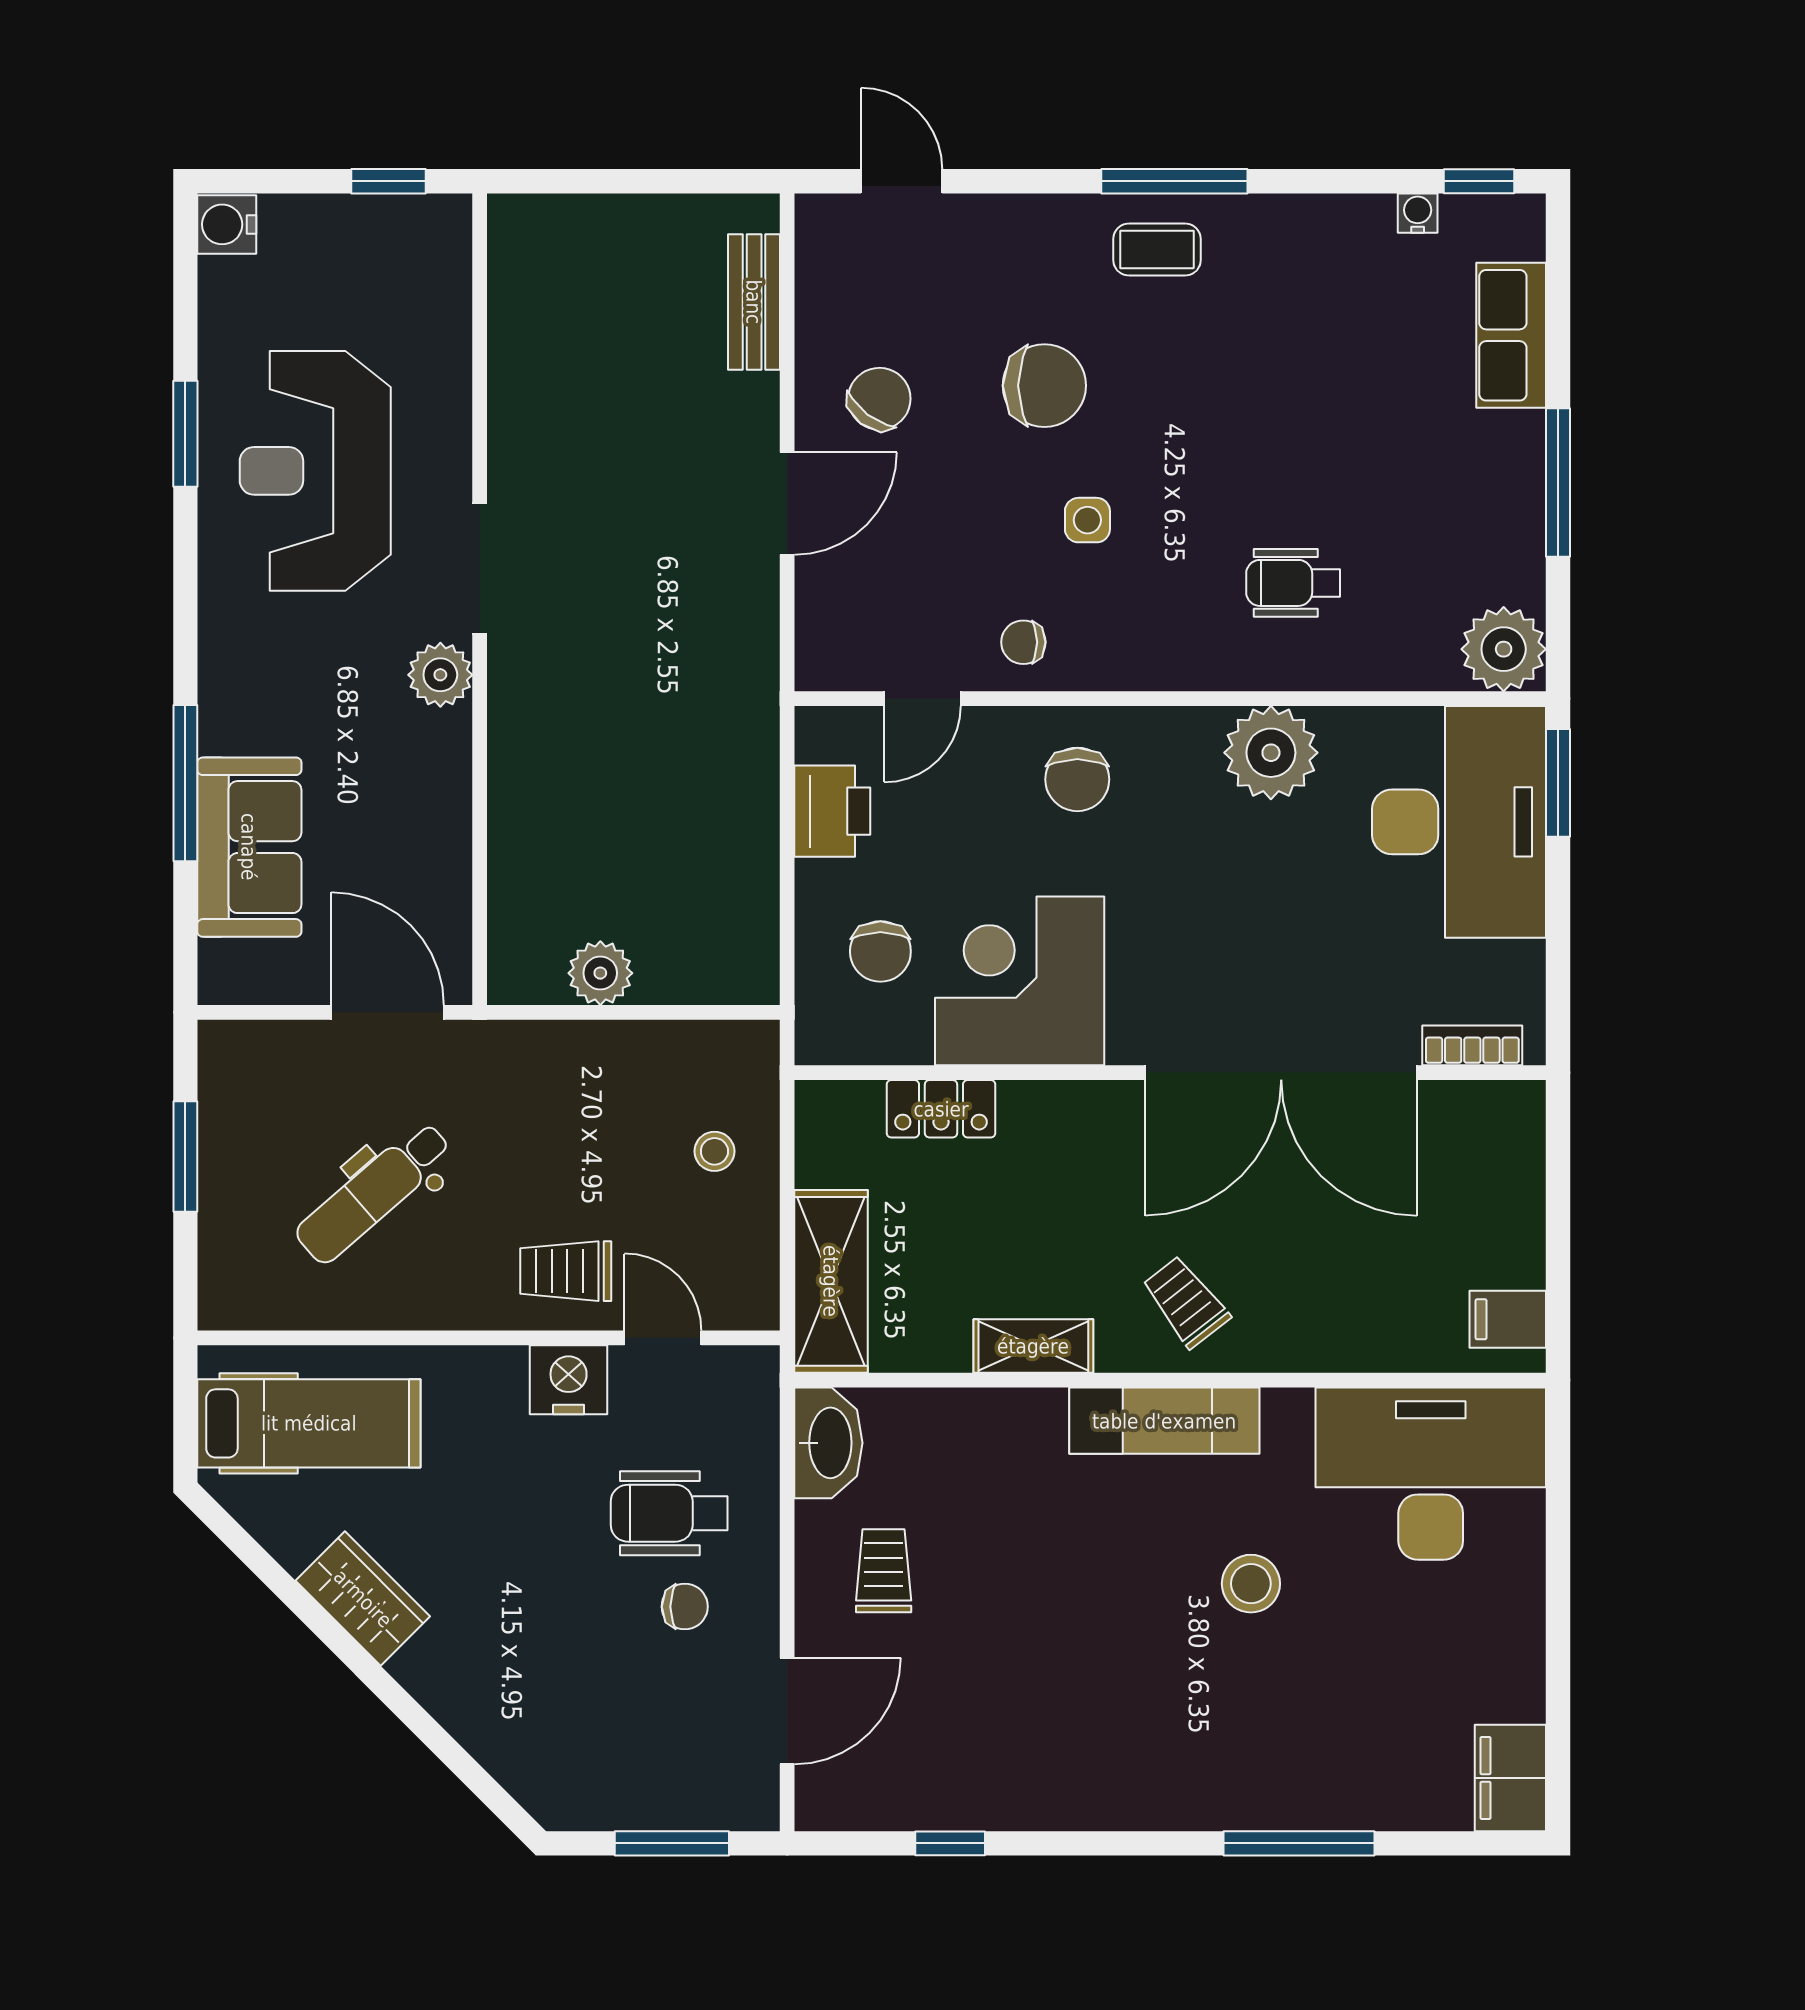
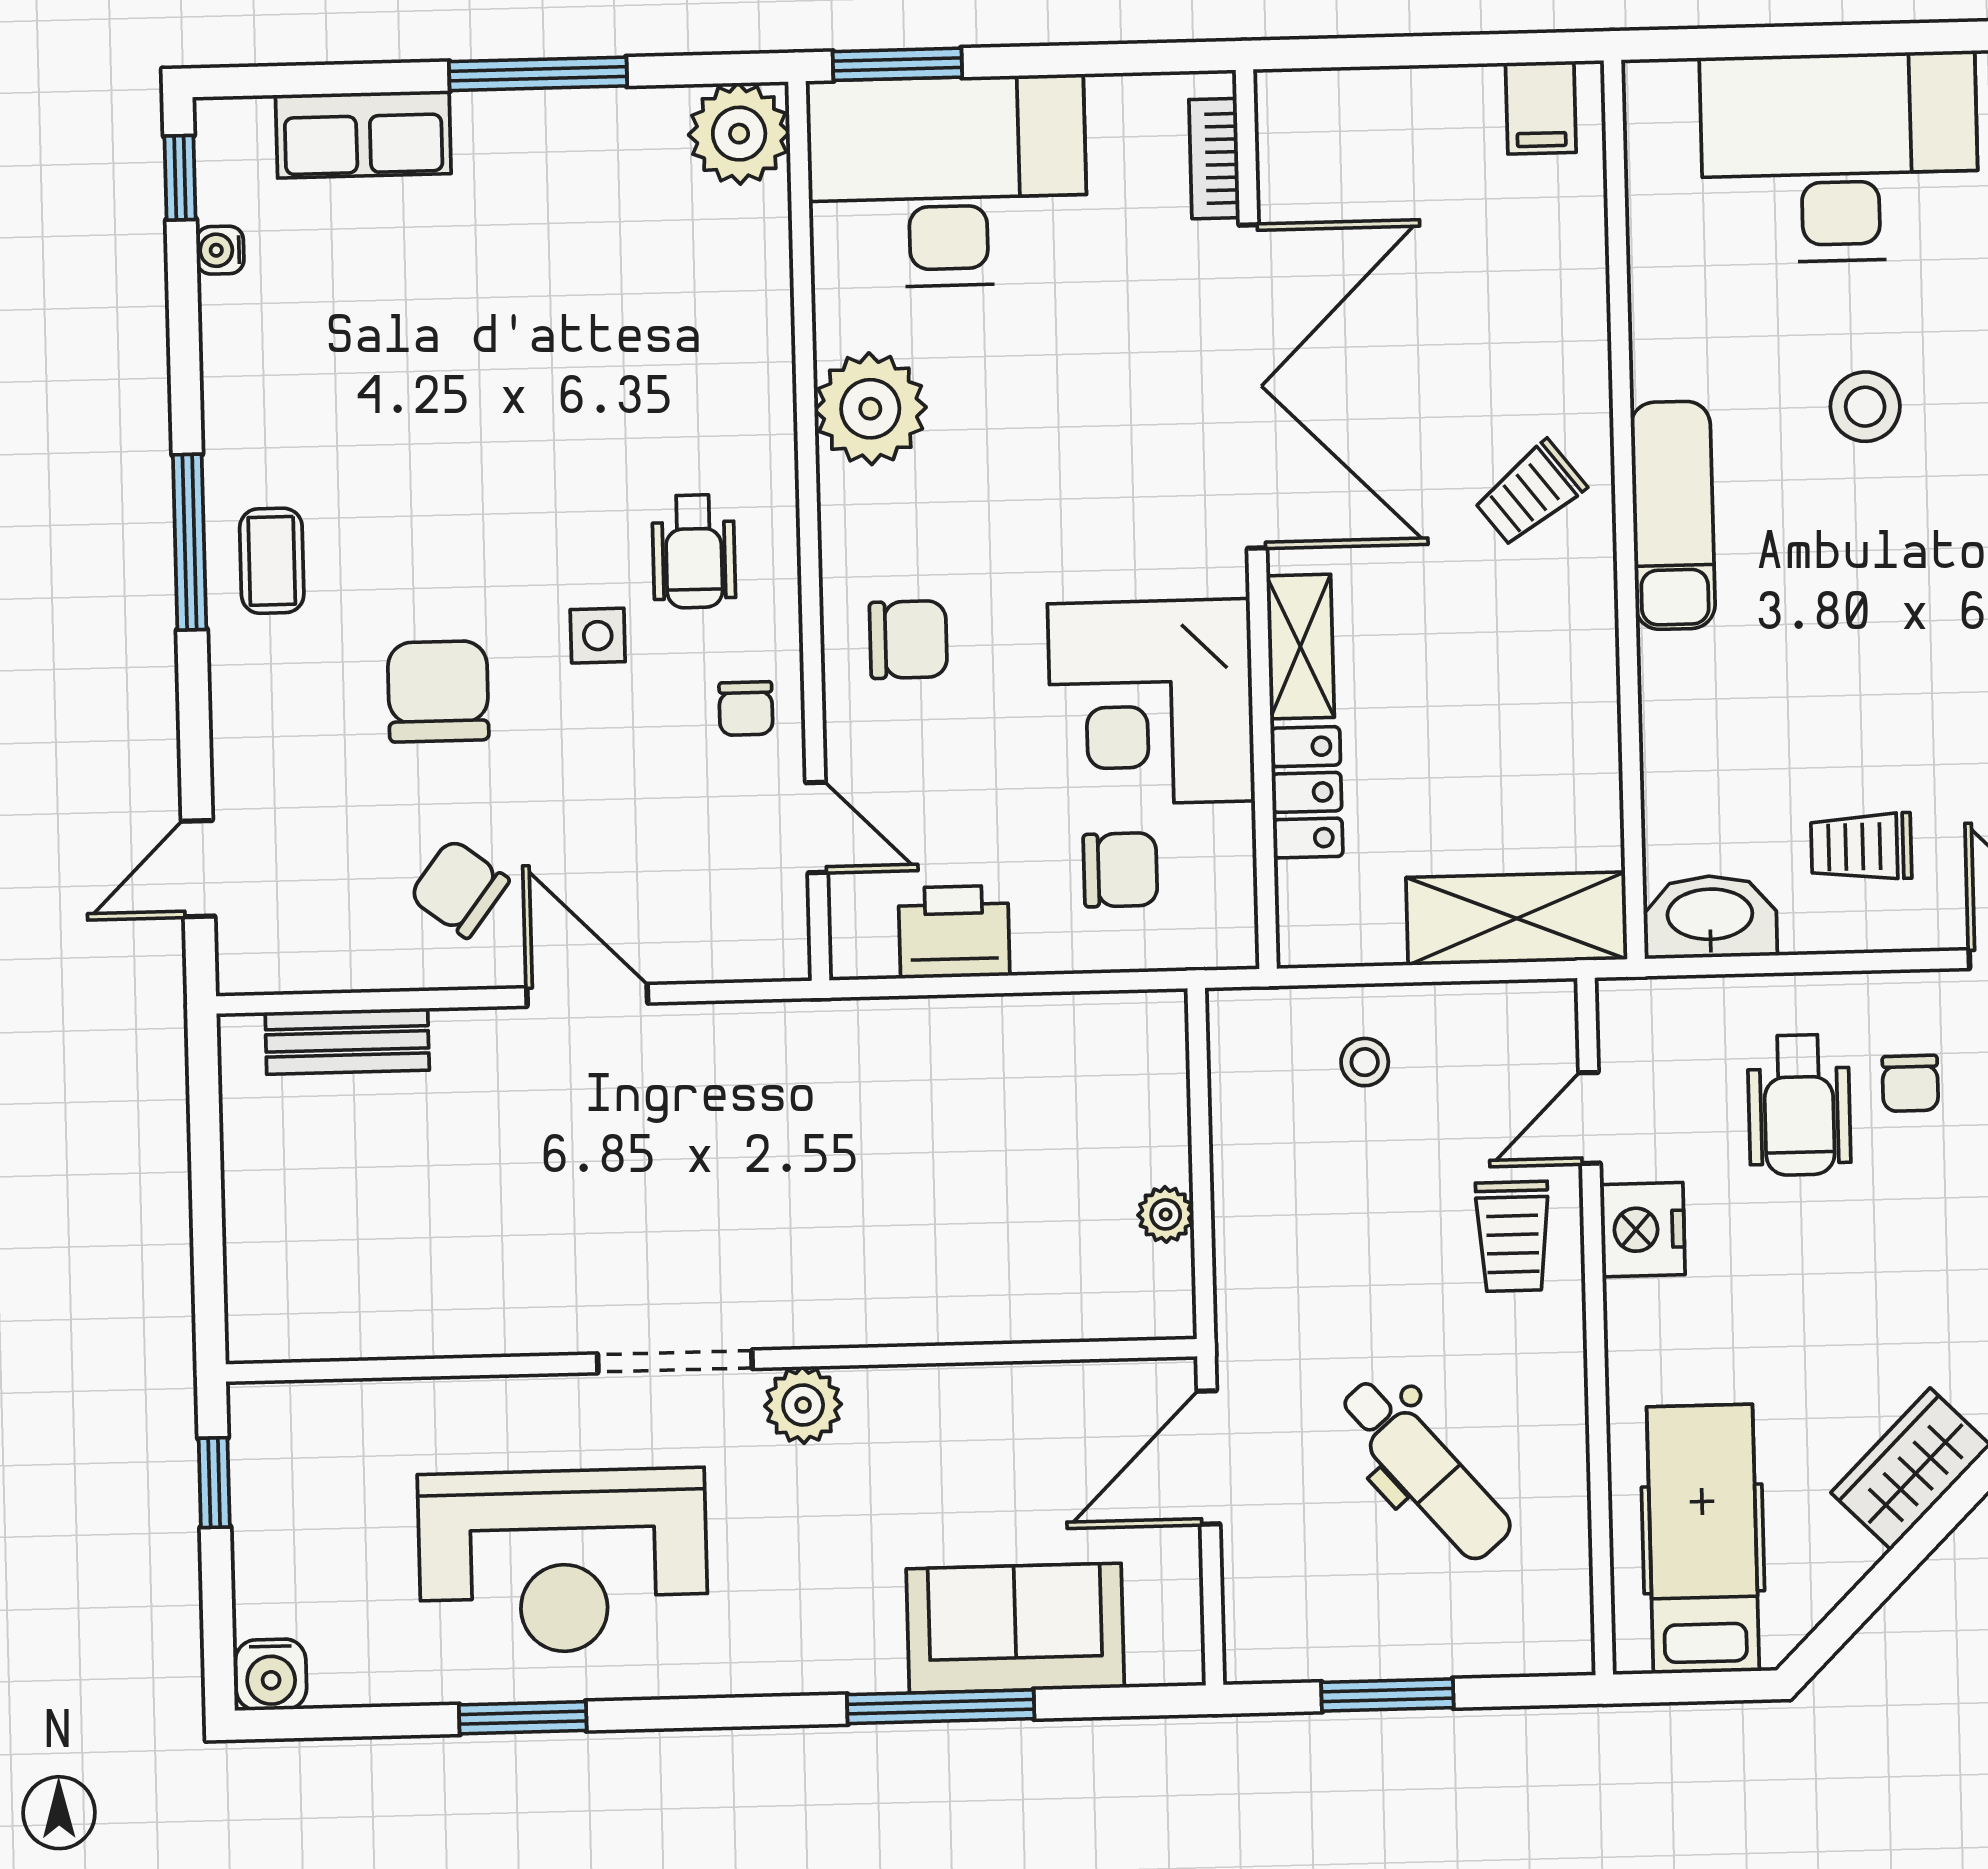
wheelchair: (1293, 583) -> (694, 551), moved
plant: (600, 973) -> (1166, 1214), width x0.73, depth x0.73
shelving: (1033, 1346) -> (1300, 647), moved
desk: (1431, 1474) -> (1839, 157), moved, turned 90
chair: (685, 1607) -> (1910, 1083), turned 180

